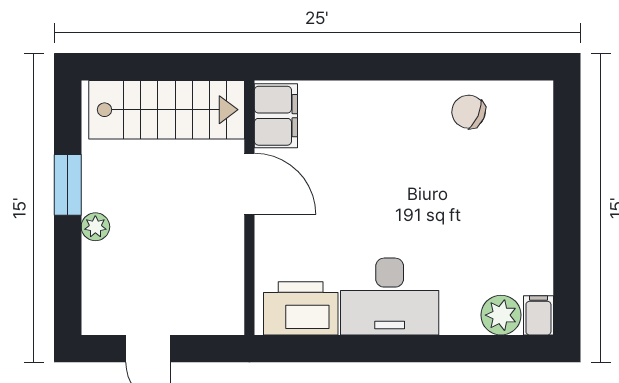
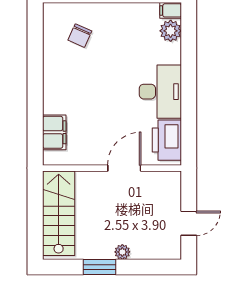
chair: (469, 112) -> (80, 36), moved
filing cabinet: (276, 116) -> (54, 132), moved, turned 90
door: (249, 184) -> (124, 168), moved

